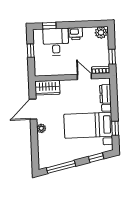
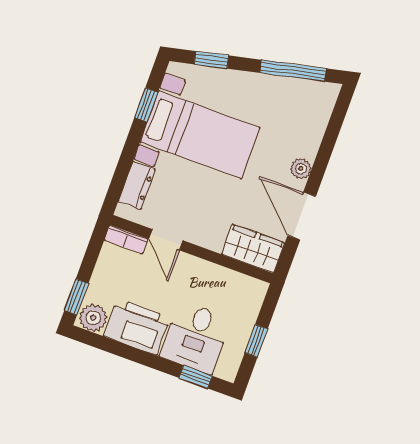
printer: (76, 34) -> (137, 327), width x1.87, depth x1.48
window: (112, 57) -> (76, 297), moved
door: (33, 109) -> (302, 216), swing flipped

